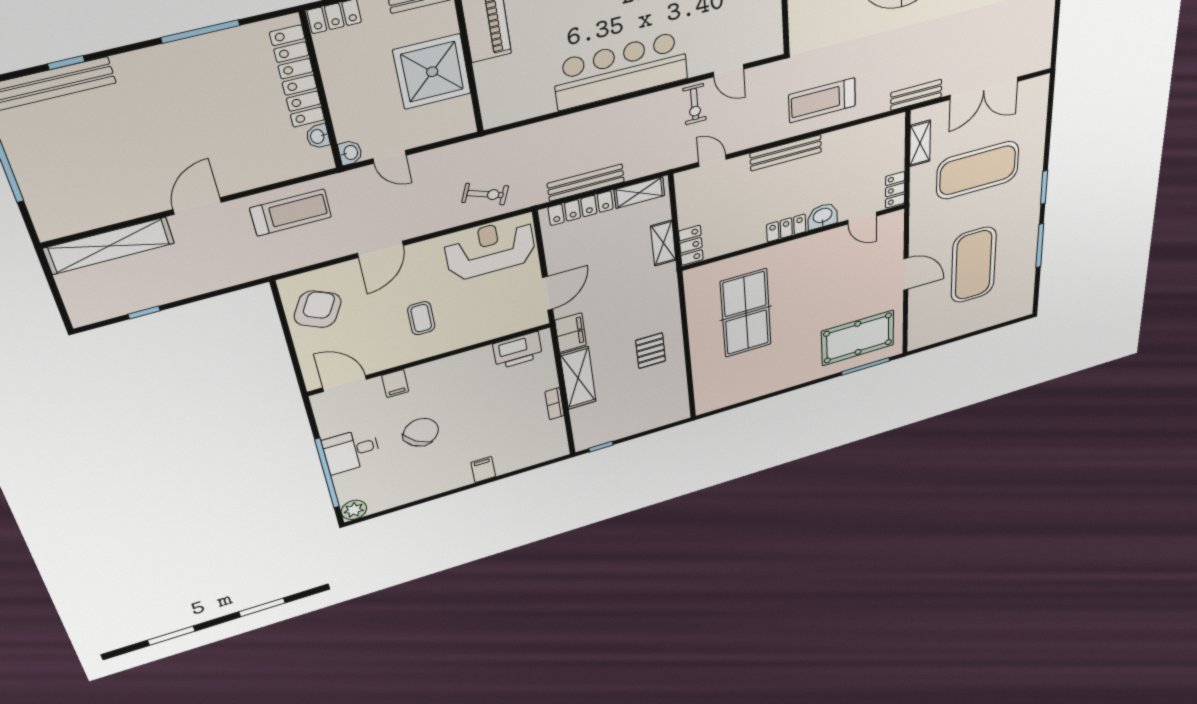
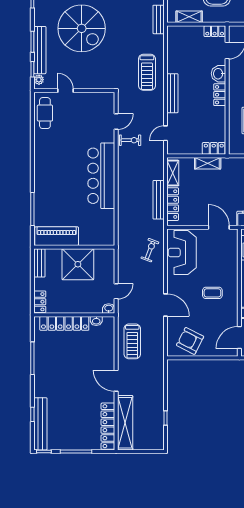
treadmill: (291, 213) -> (132, 341), turned 180
locker: (90, 217) -> (108, 426), added

